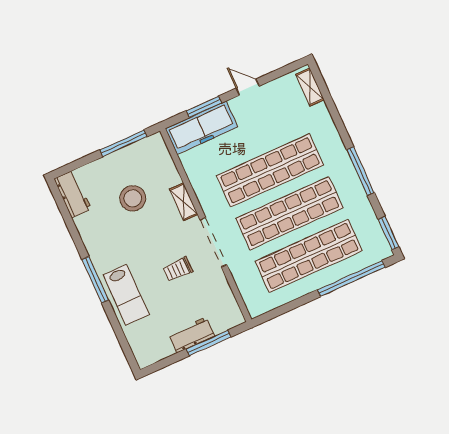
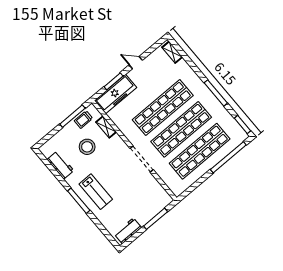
workbench: (73, 194) -> (60, 165), moved
shelving: (184, 202) -> (106, 127), moved
trolley: (178, 269) -> (83, 120), moved
lab bench: (126, 295) -> (96, 192), moved
workbench: (192, 335) -> (128, 231), moved

